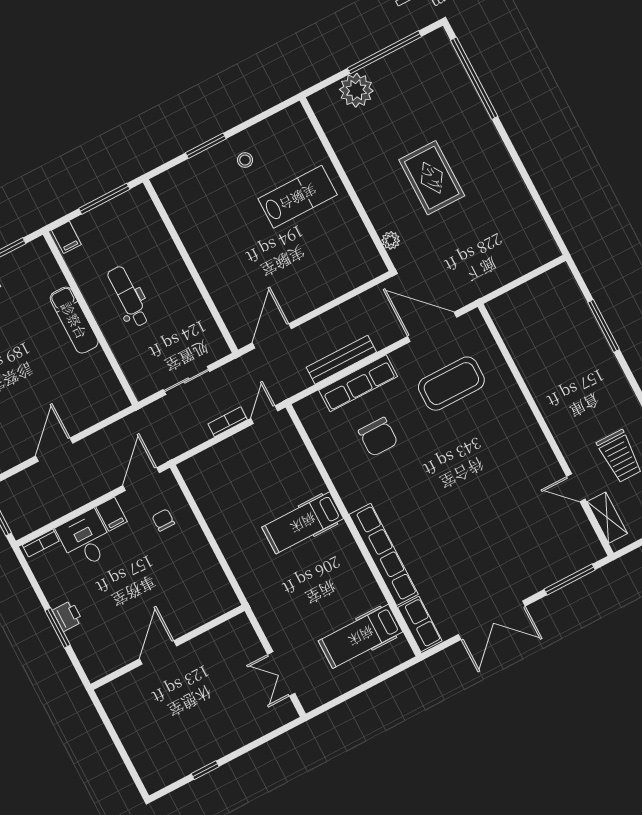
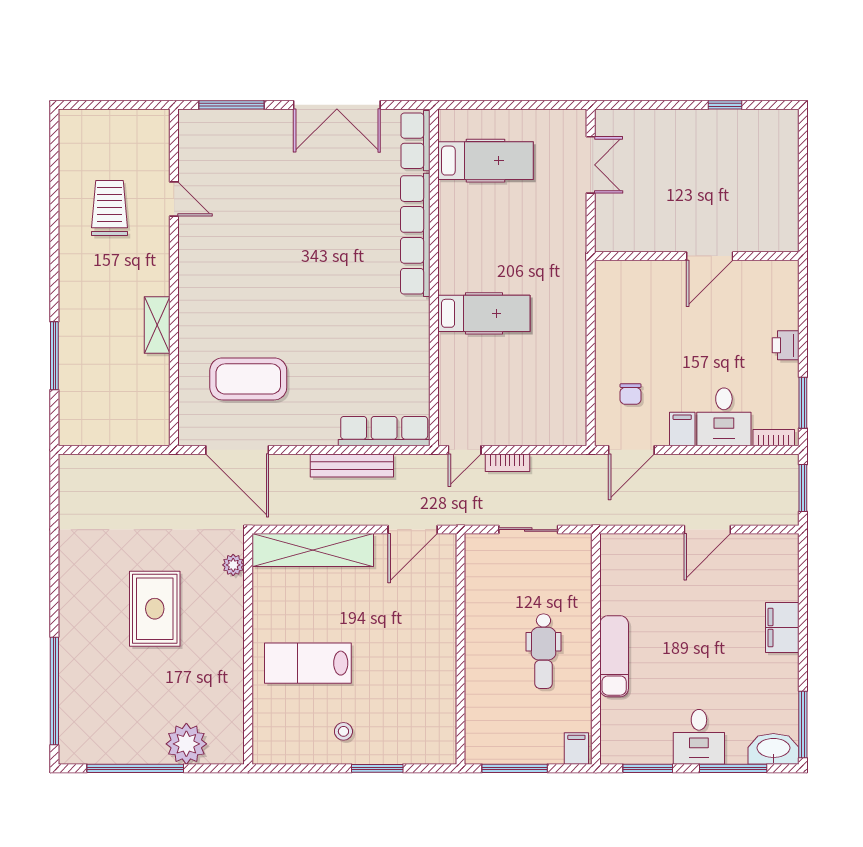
shelving: (338, 282) -> (313, 550), added
row of seats: (358, 383) -> (384, 431), moved
chair: (378, 437) -> (356, 363), removed
shelving: (607, 518) -> (157, 325), moved
double door: (492, 620) -> (337, 105), swing flipped
window: (58, 628) -> (803, 403), moved

